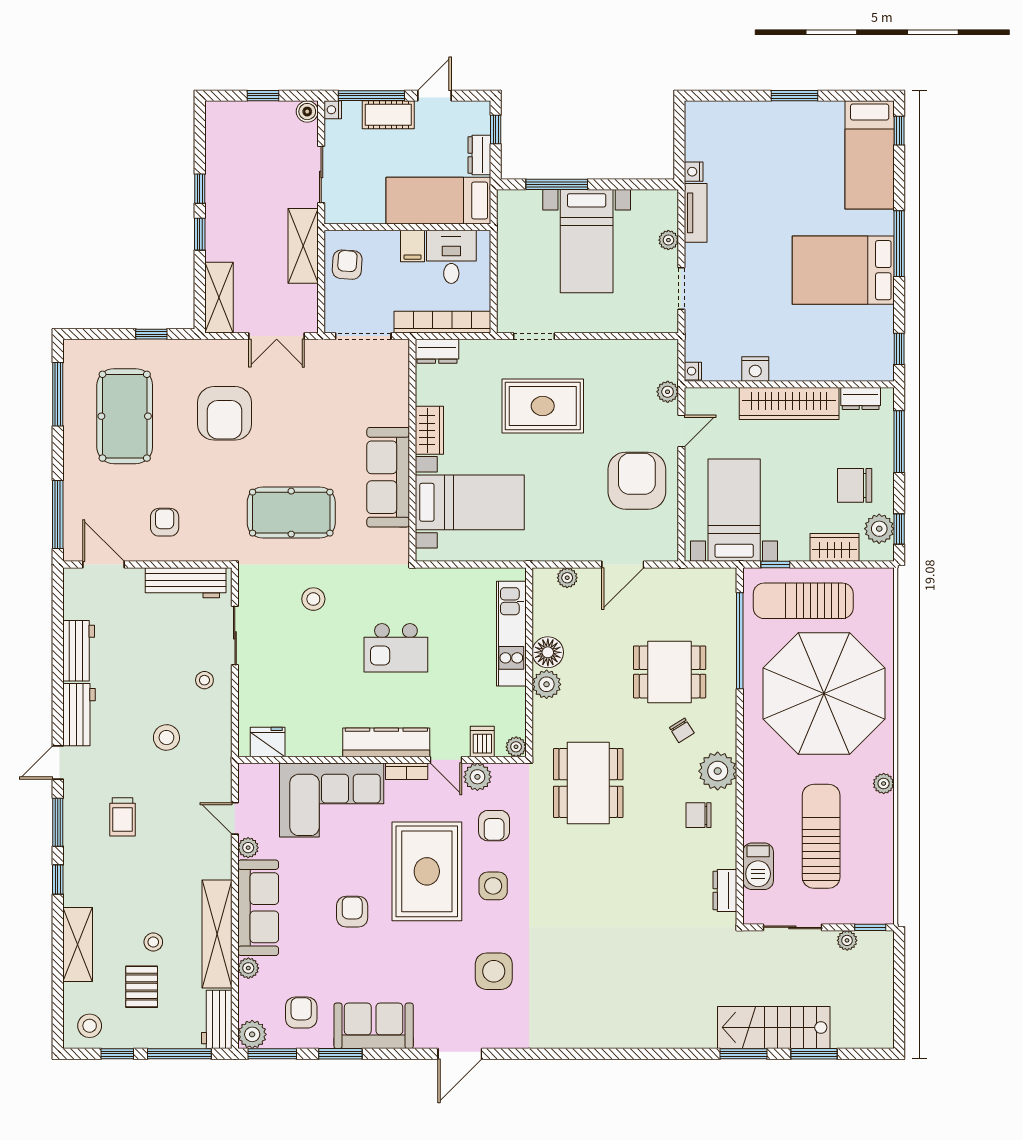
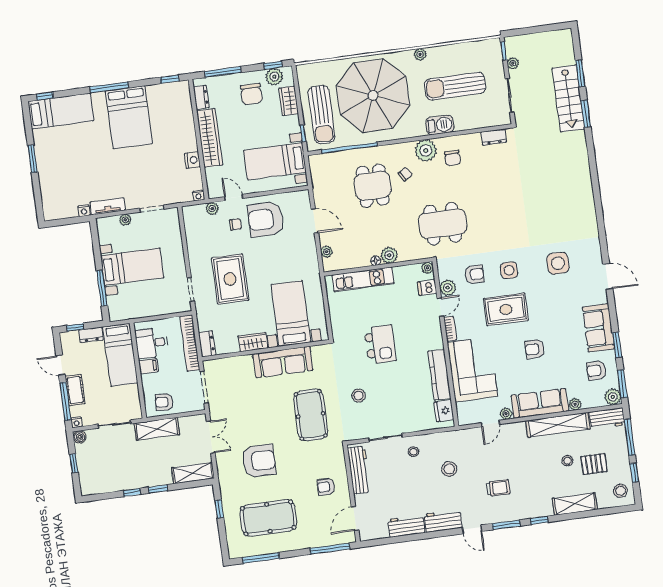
chair: (635, 428) -> (235, 224), added
floor lamp: (548, 652) -> (376, 261), width x0.53, depth x0.53
kitchen counter: (386, 742) -> (439, 375), moved
barbecue: (758, 866) -> (440, 125), moved
rug: (427, 871) -> (506, 309), width x0.73, depth x0.69

